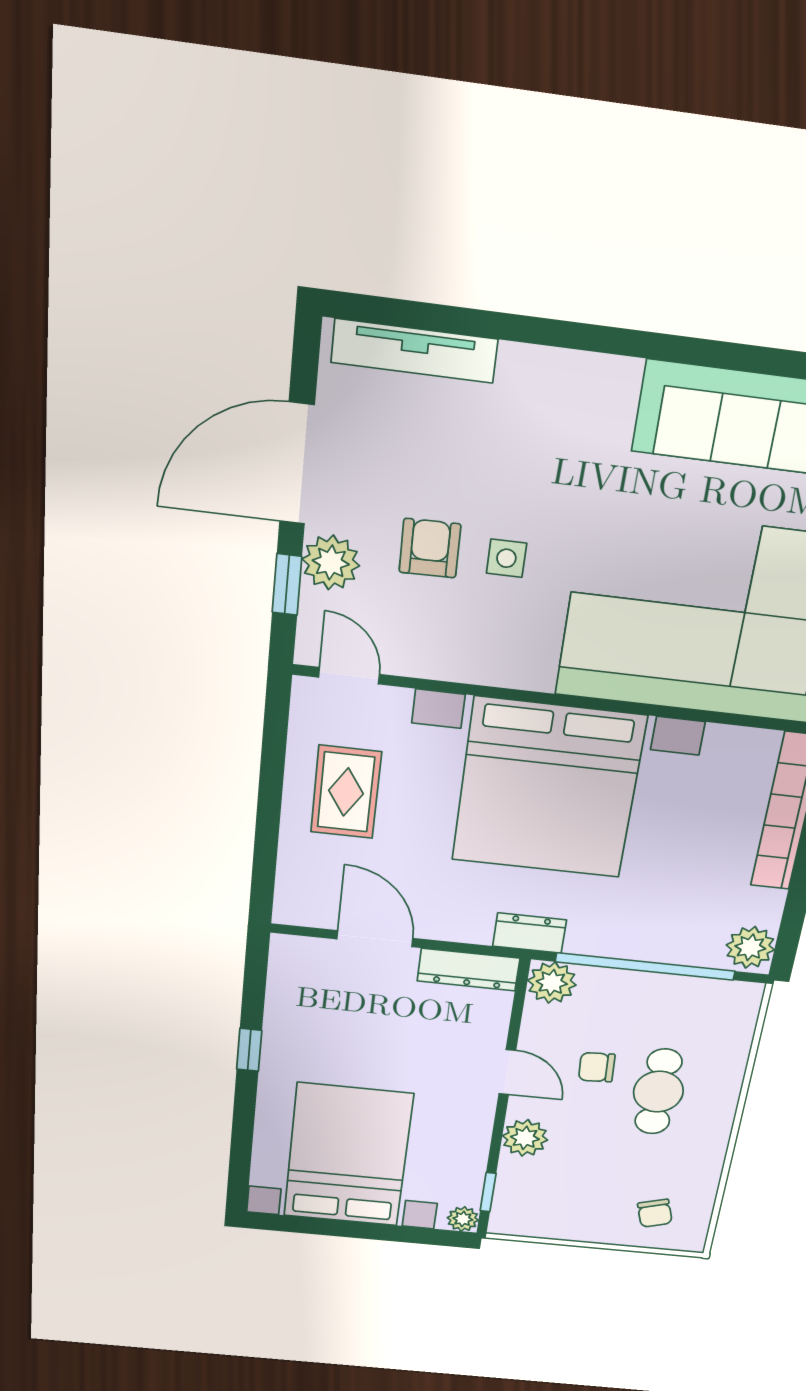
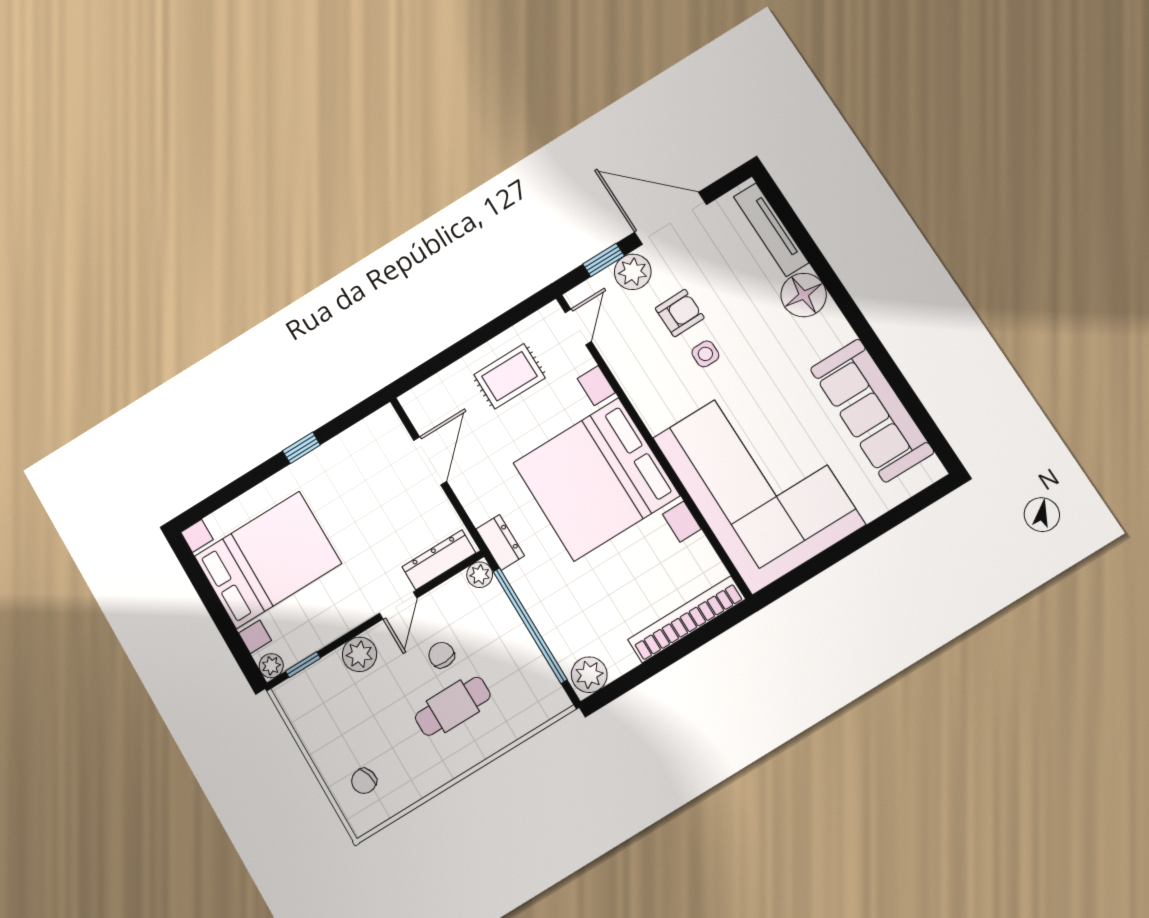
floor lamp: (534, 381) -> (804, 295), added
dresser: (468, 970) -> (439, 560), moved, turned 90
plant: (552, 983) -> (480, 575), width x0.73, depth x0.73

